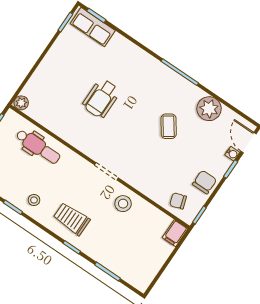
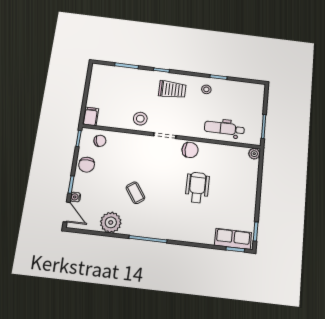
chair: (88, 142) -> (190, 150), added

